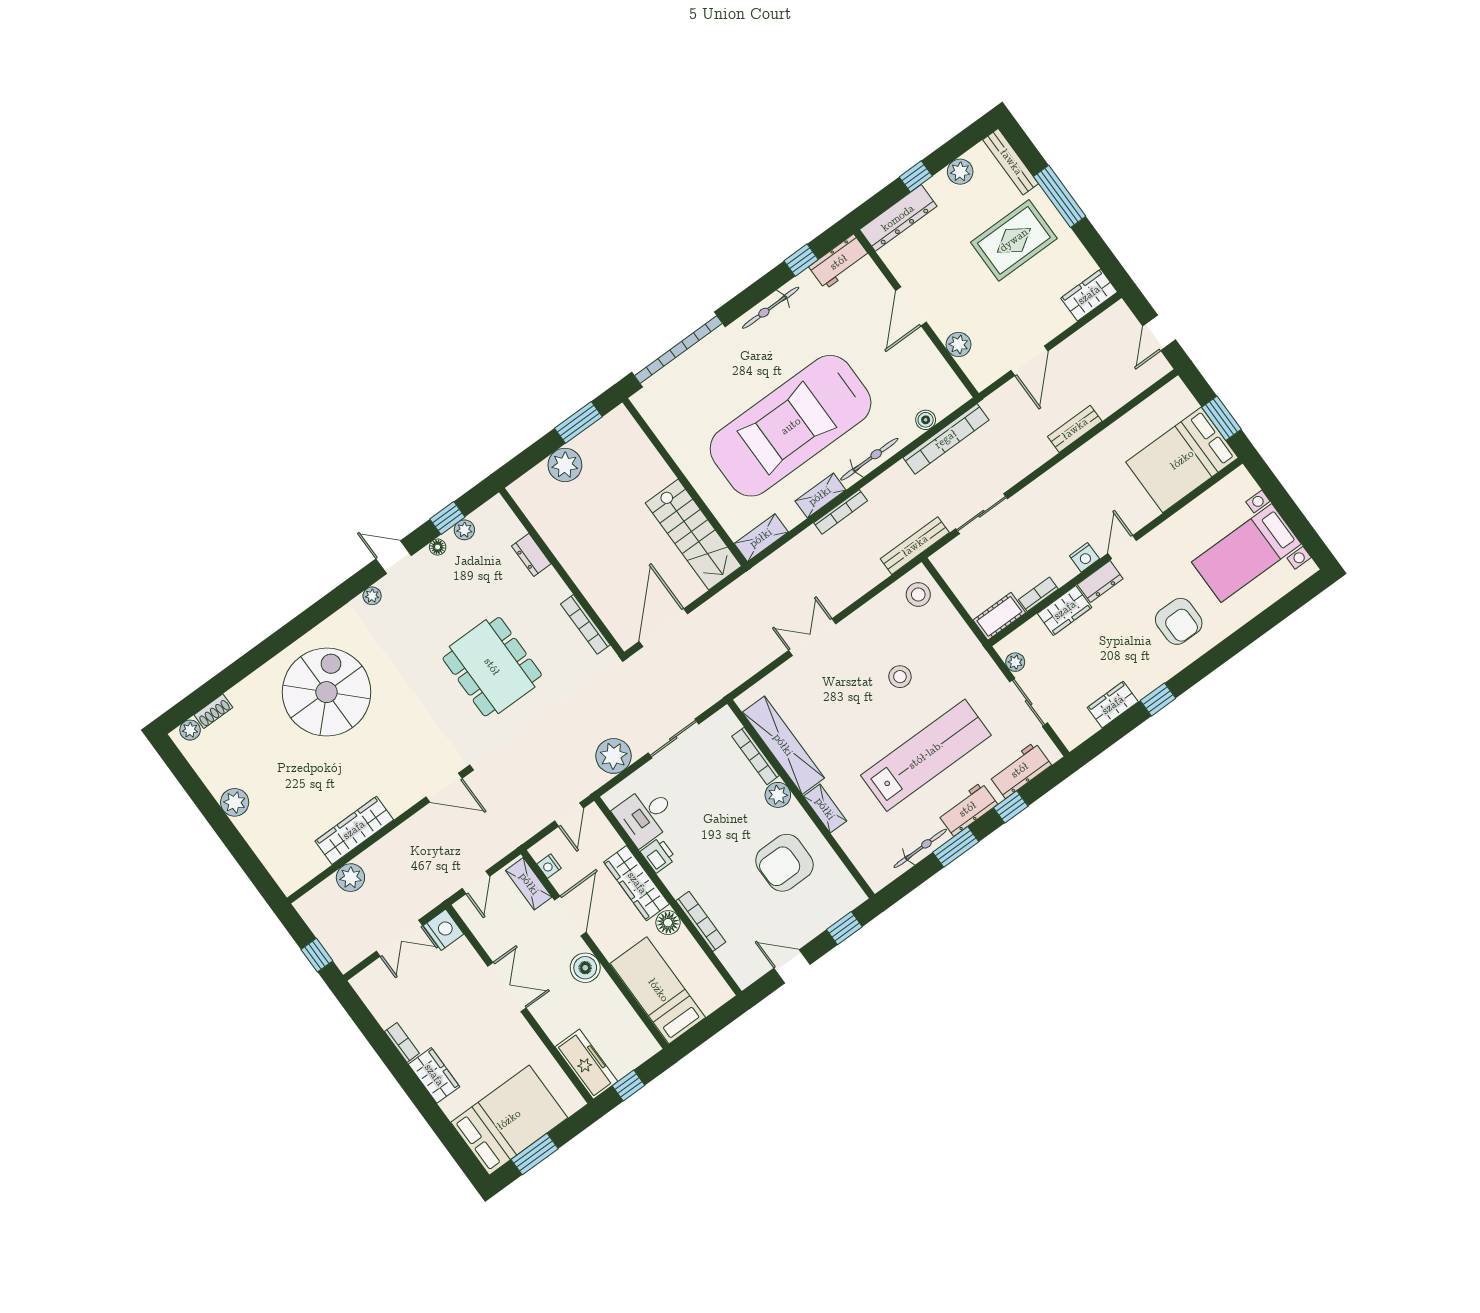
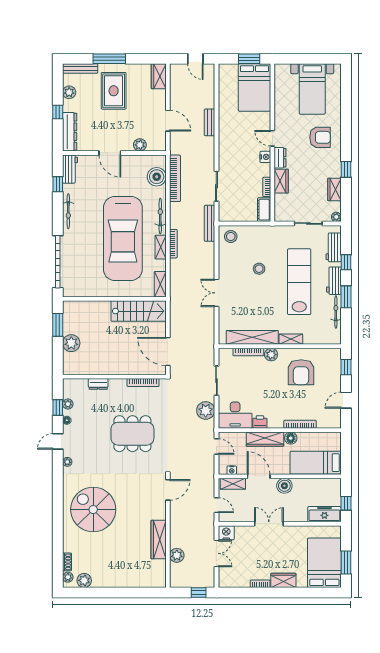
boiler: (926, 420) -> (157, 177), width x1.86, depth x1.86
plant: (1015, 662) -> (336, 217), moved
plant: (235, 802) -> (84, 580), moved
desk: (645, 815) -> (235, 415), width x1.37

